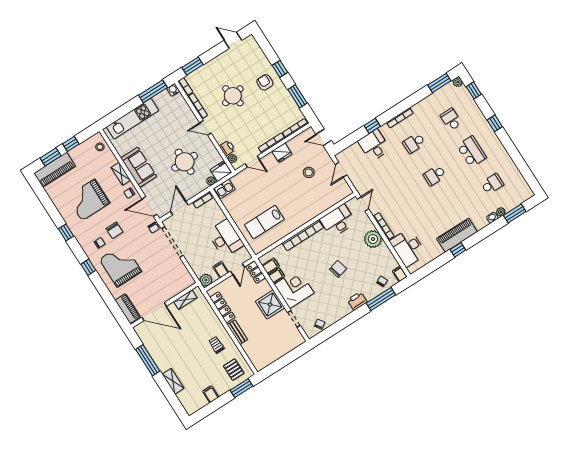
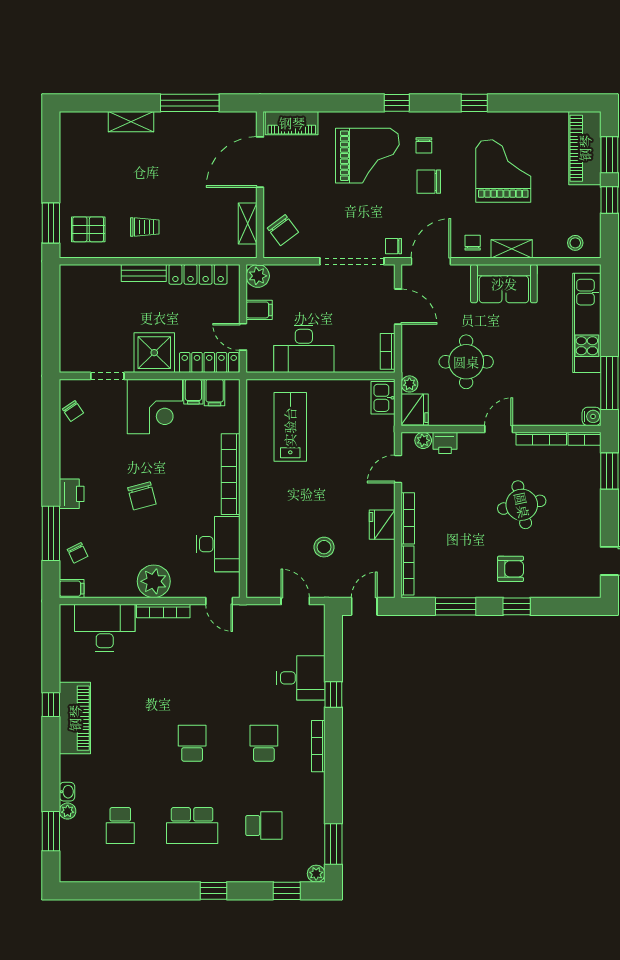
locker: (256, 272) -> (209, 363), width x1.53
chair: (178, 282) -> (283, 230), added
filing cabinet: (211, 394) -> (73, 168), removed

